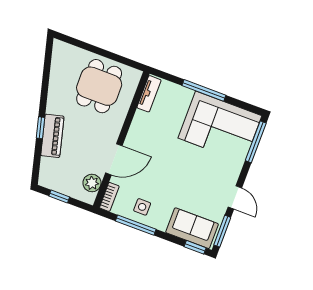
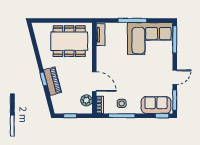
dining table: (99, 86) -> (69, 41), width x1.38
door: (114, 159) -> (94, 81), hinge flipped
door: (235, 197) -> (175, 77), hinge flipped

